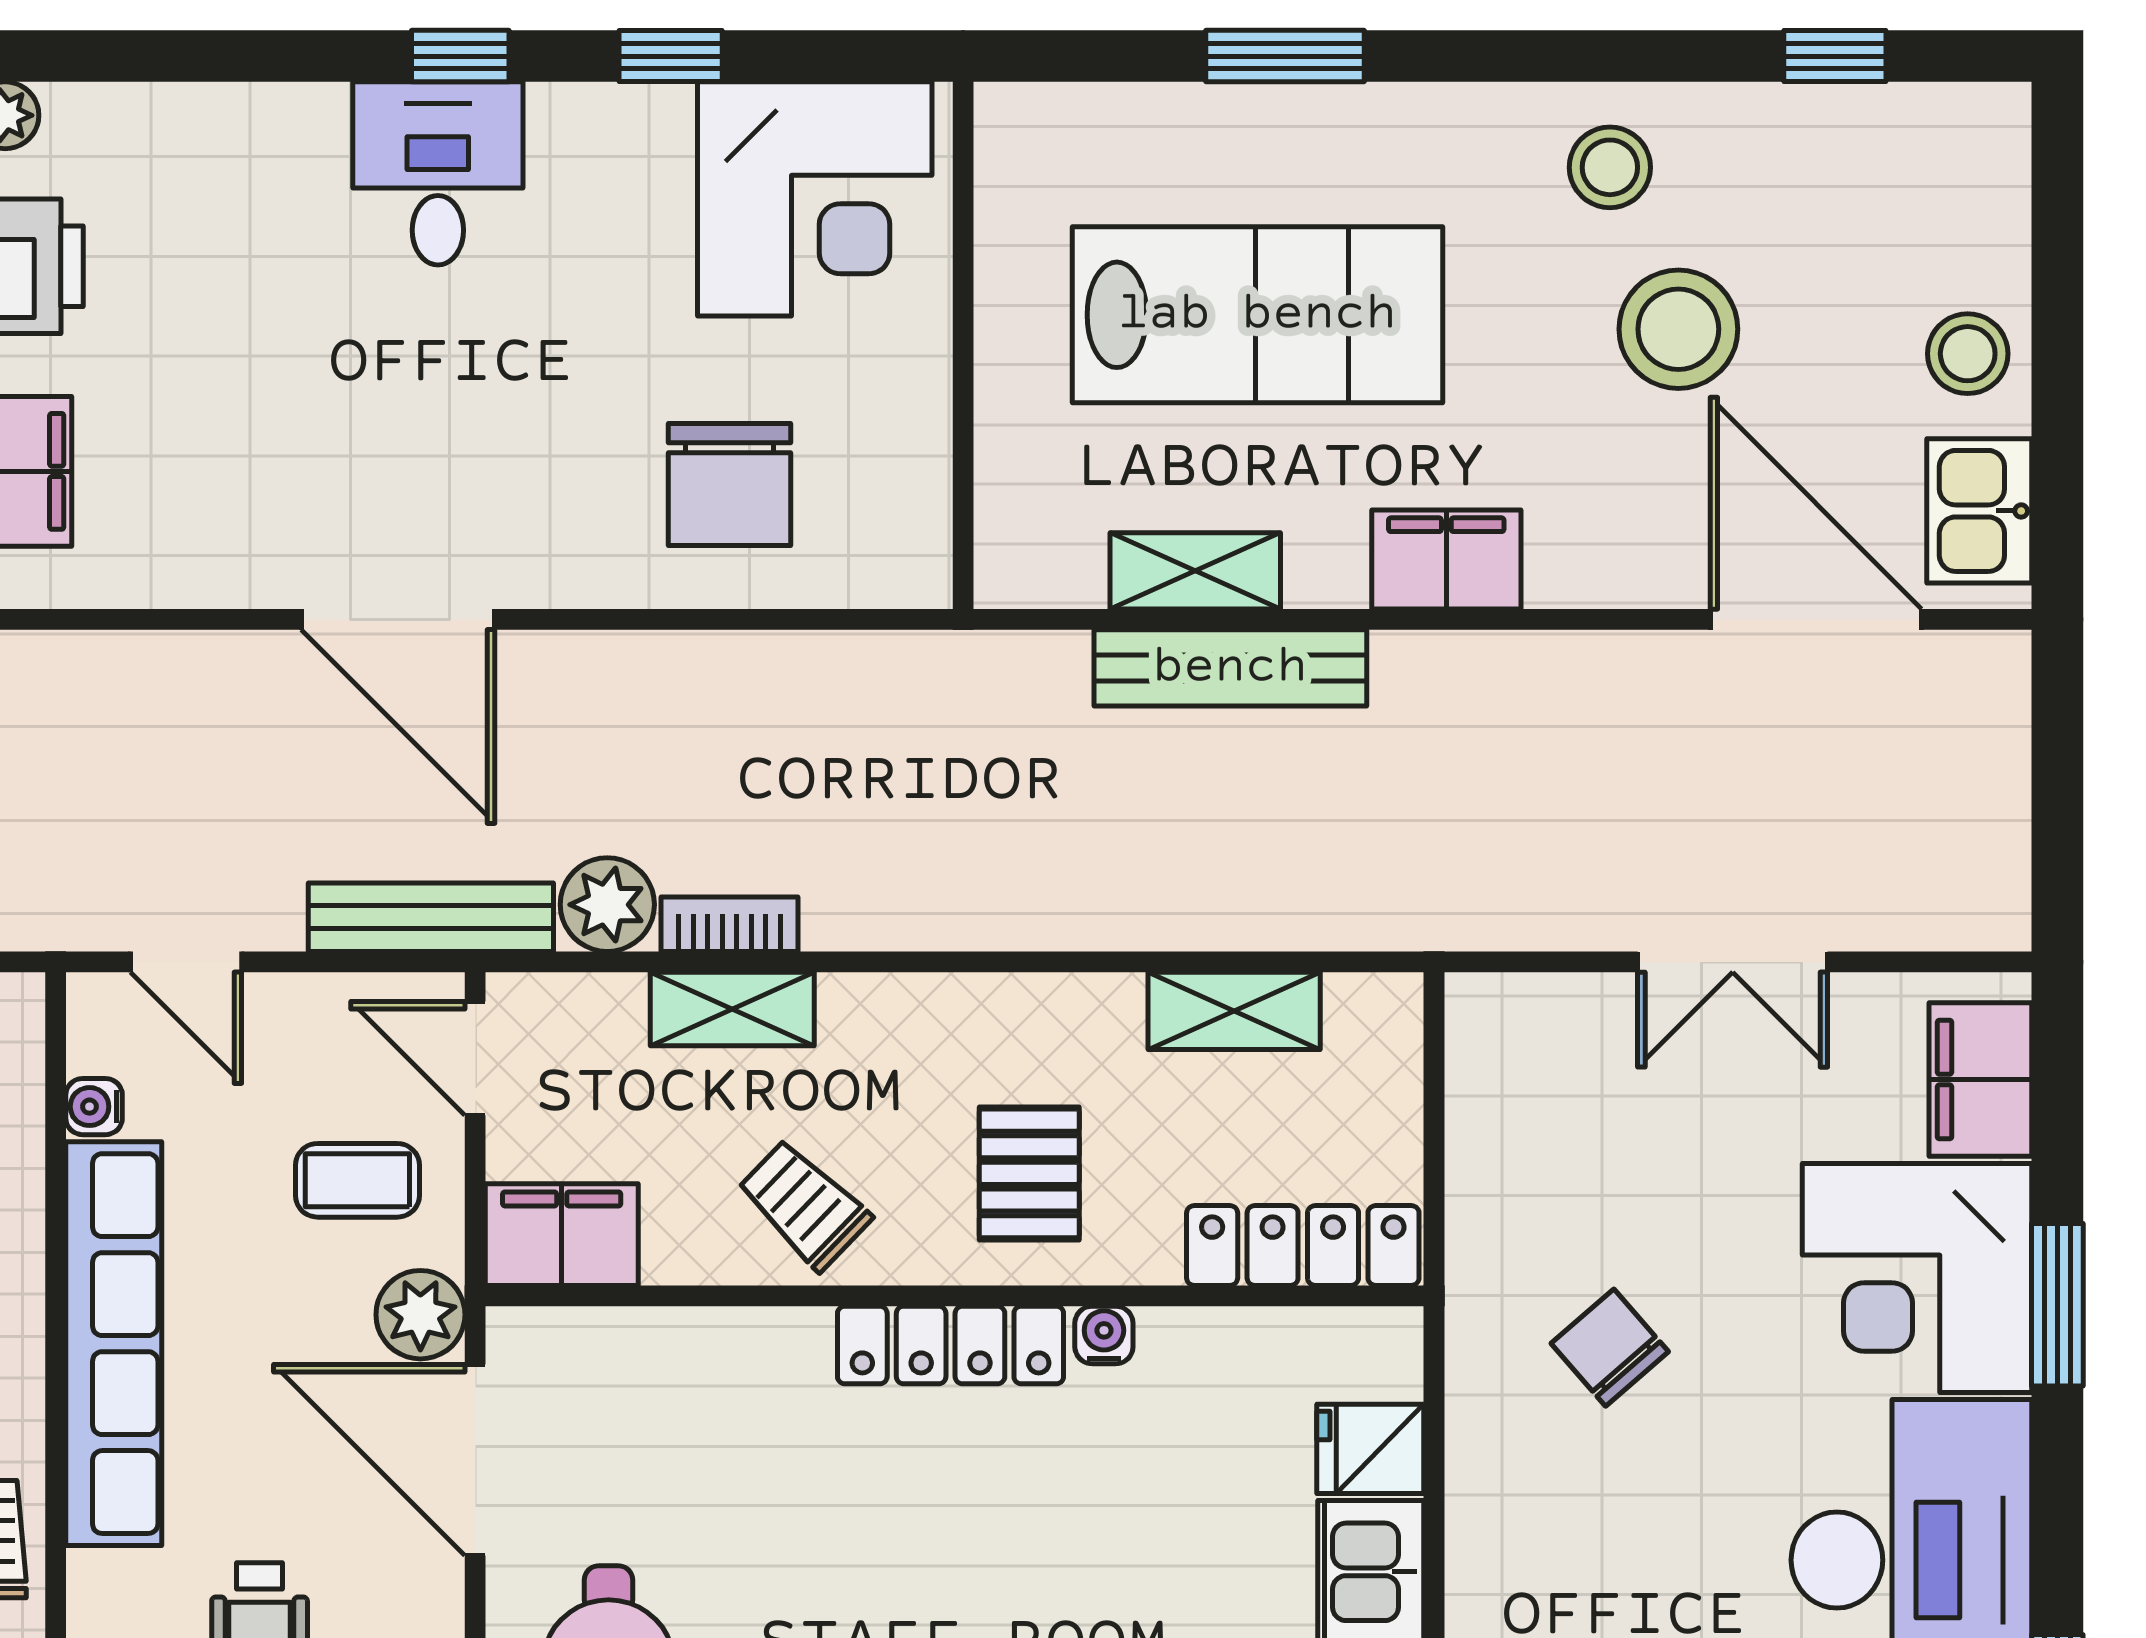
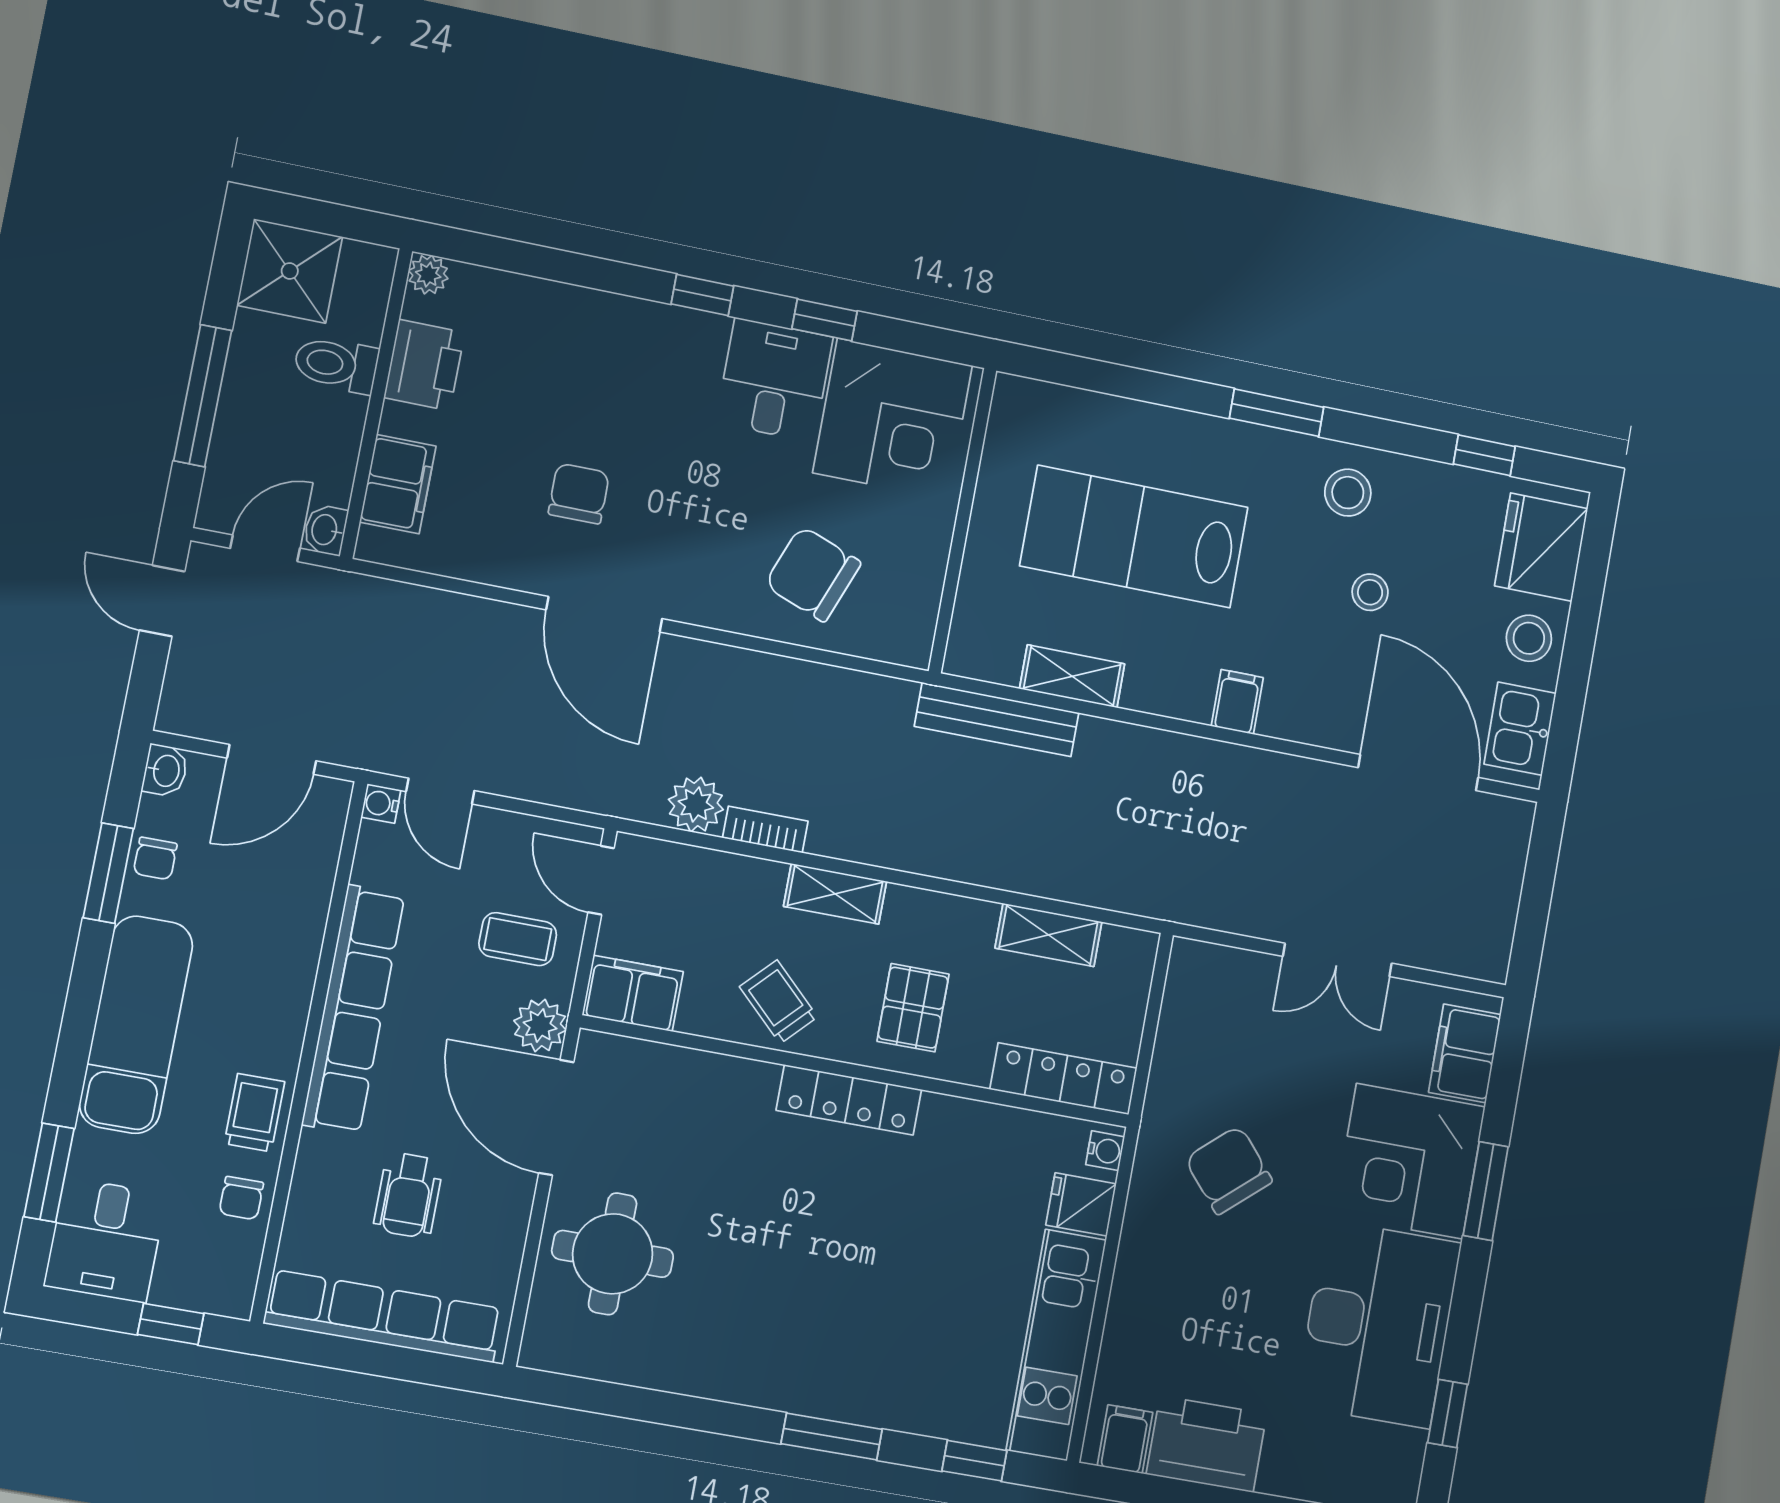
window: (1285, 56) -> (1277, 413), moved
desk: (438, 173) -> (774, 380), moved
fridge: (1962, 194) -> (1541, 547), added
lab bench: (1257, 315) -> (1134, 536), turned 180
stool: (1678, 329) -> (1370, 592), width x0.53, depth x0.53
chair: (319, 428) -> (579, 494), added
chair: (729, 484) -> (813, 574), turned 111
filing cabinet: (1446, 559) -> (1237, 702), width x0.50
bench: (1230, 668) -> (997, 720), moved
bench: (431, 917) -> (591, 792), removed
shelving: (732, 1009) -> (835, 894), moved
water cooler: (94, 1107) -> (381, 804), moved
water cooler: (1104, 1335) -> (1105, 1151), moved, turned 90
chair: (1610, 1348) -> (1229, 1170), width x1.37, depth x1.37

